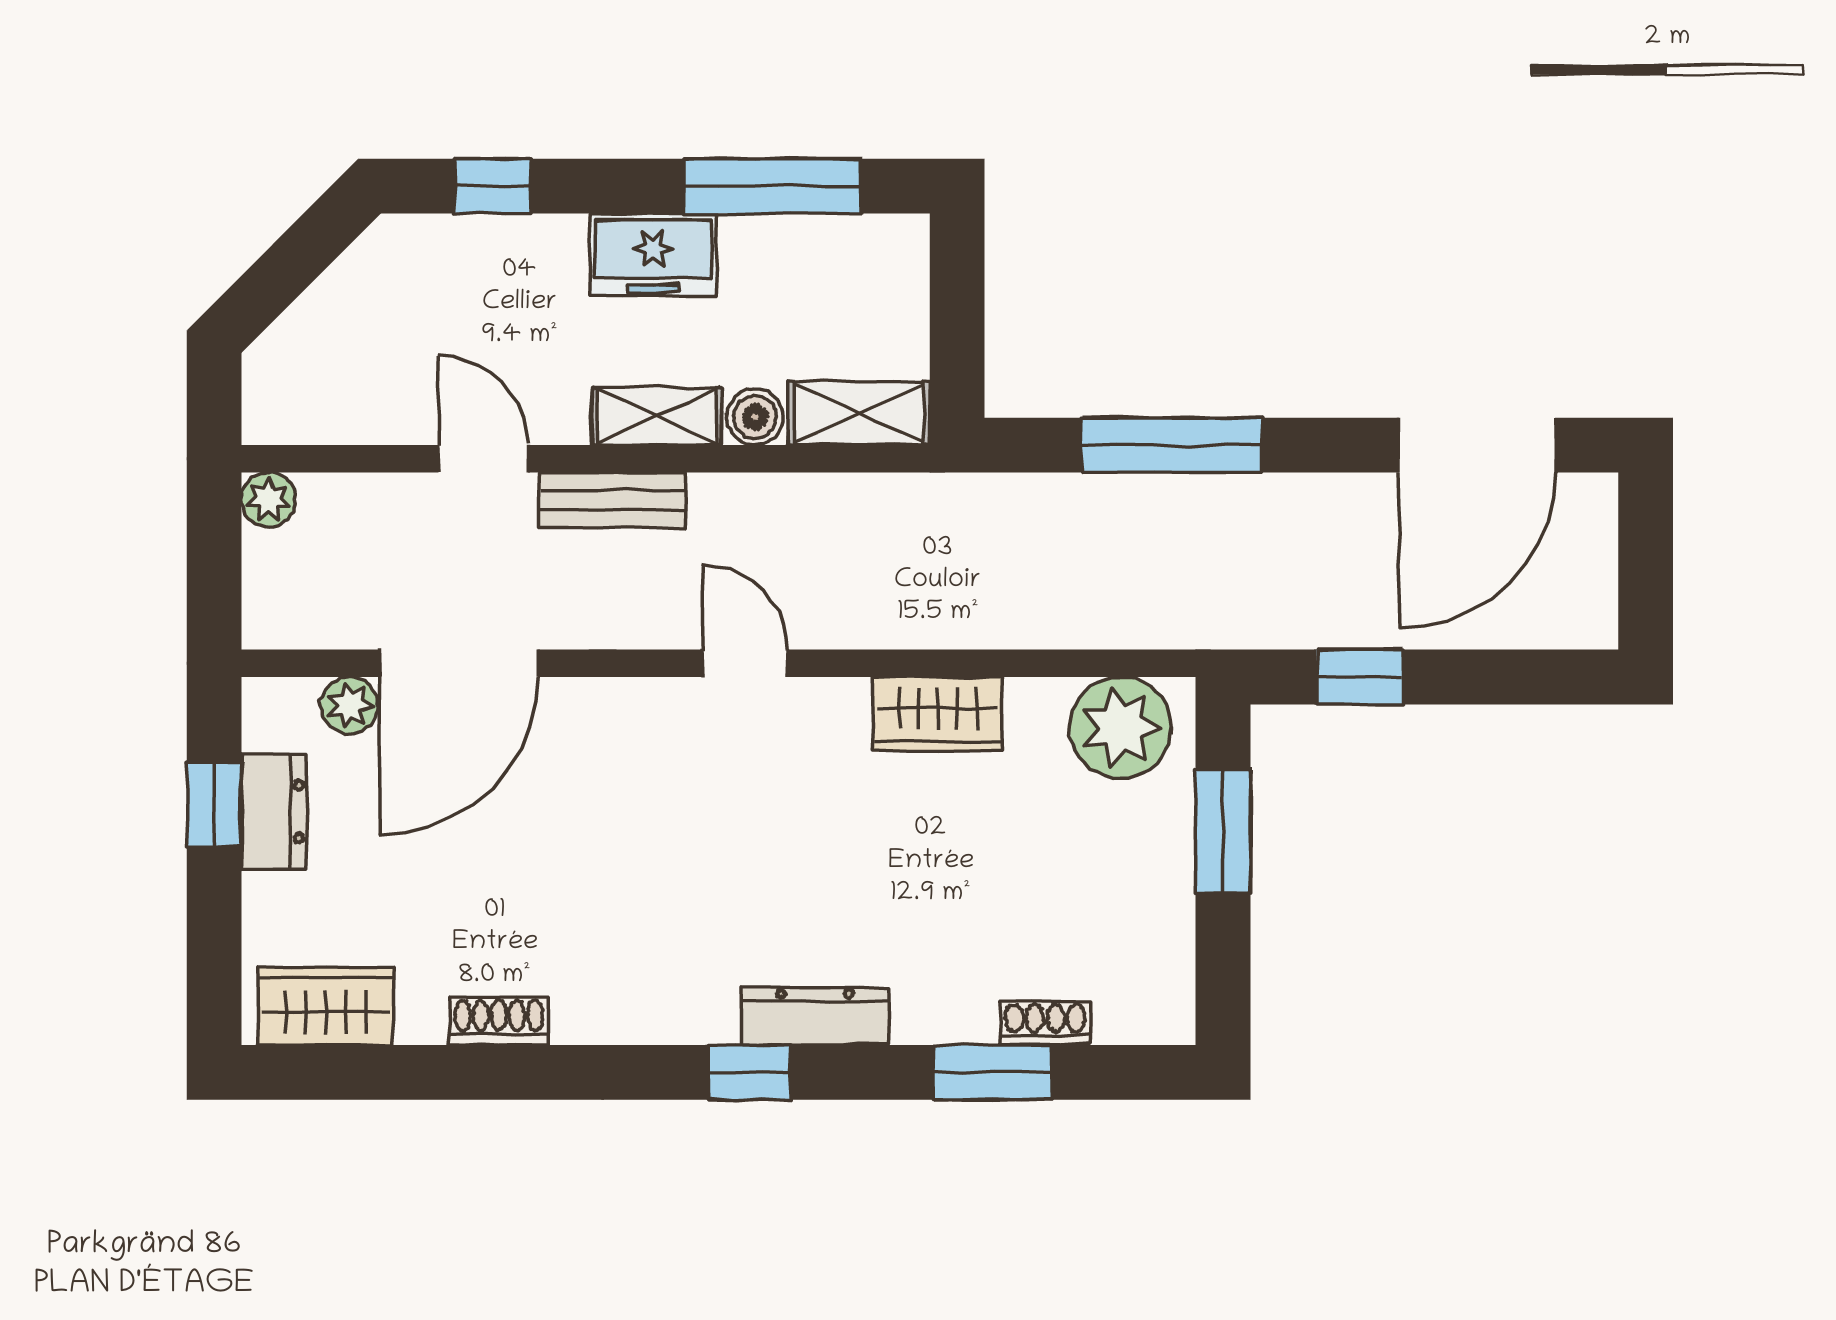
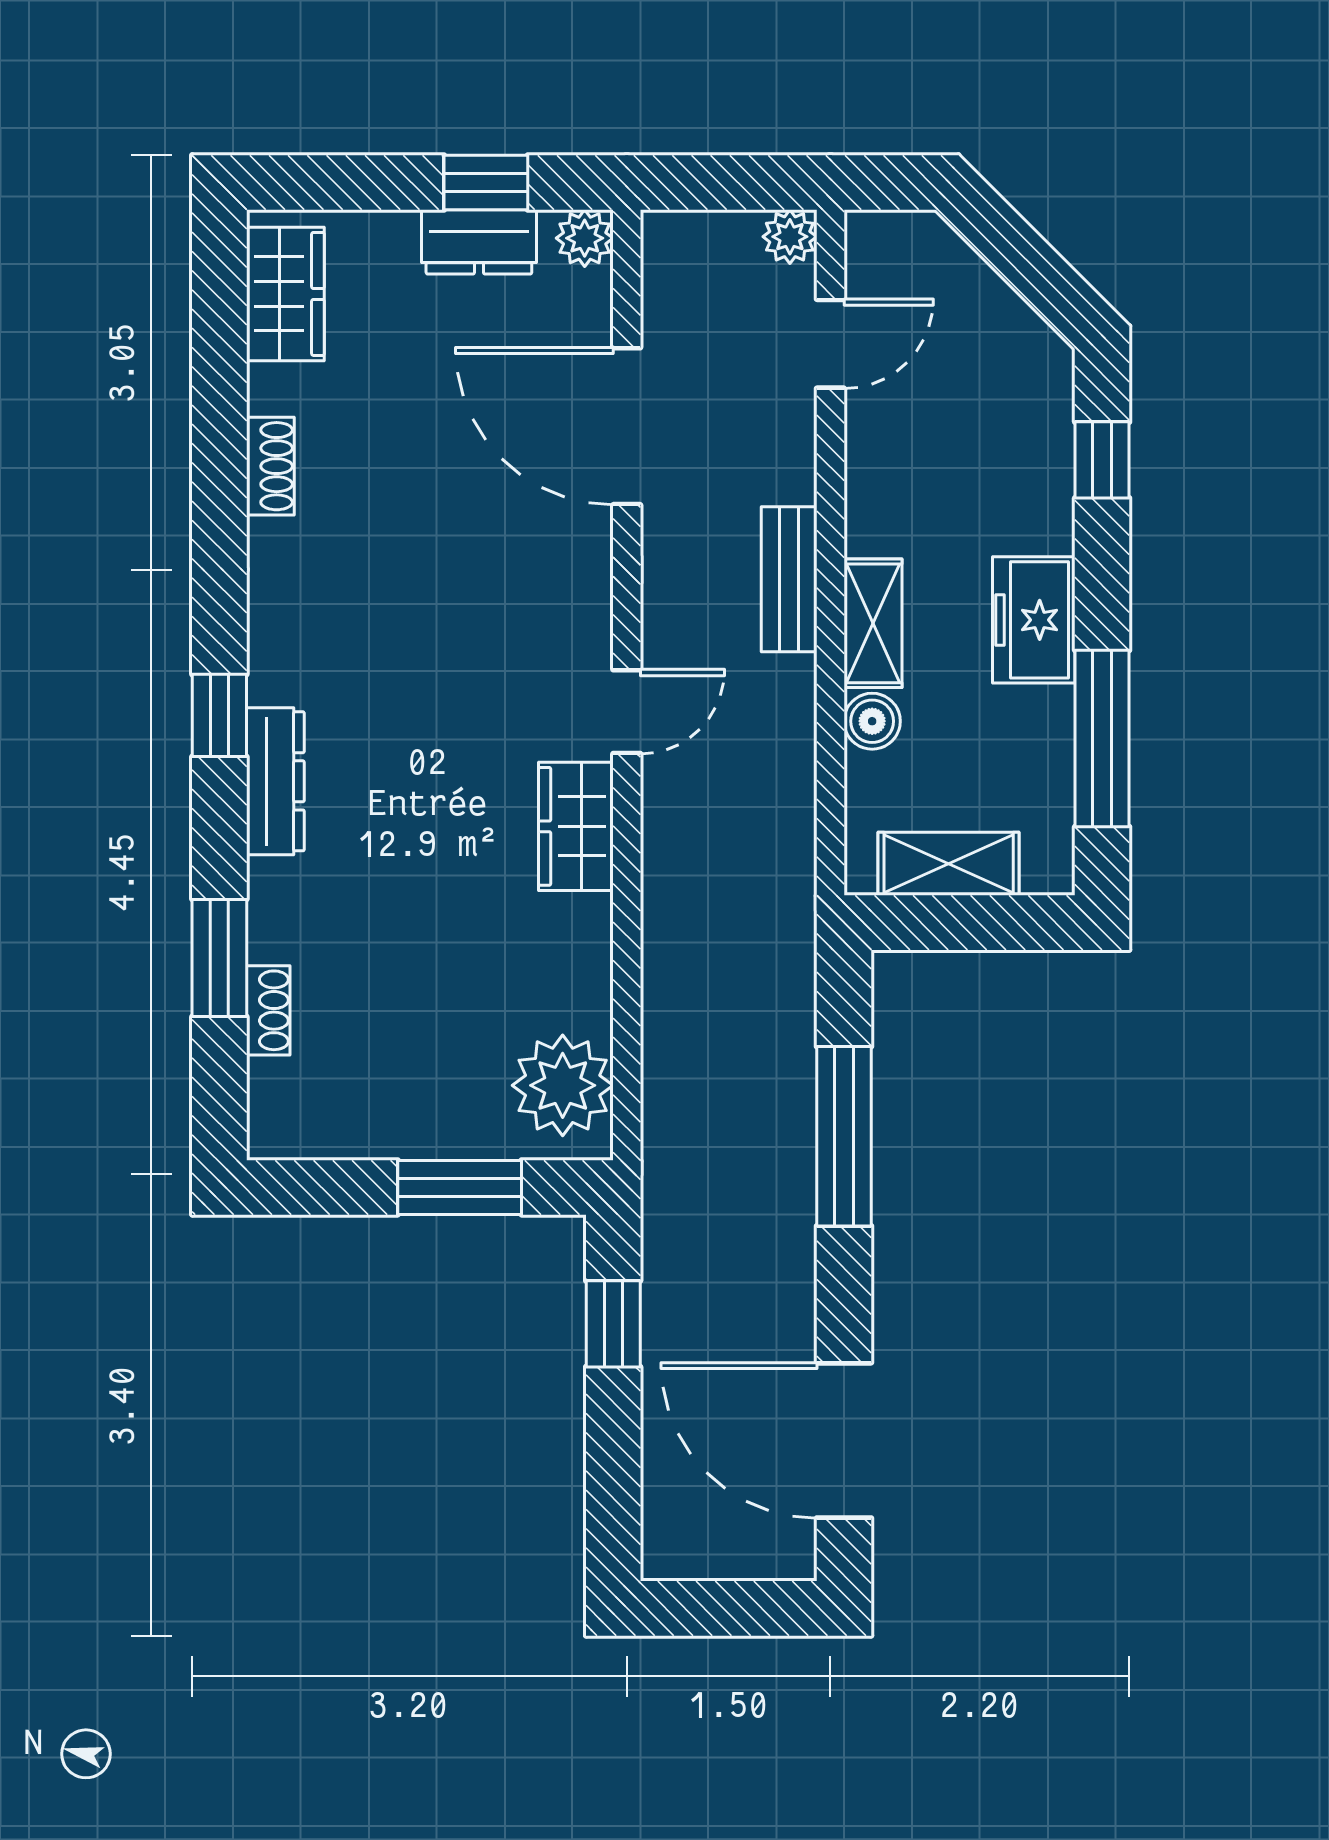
shelving: (859, 413) -> (949, 864), moved, turned 90
door: (483, 459) -> (830, 344), moved
plant: (349, 706) -> (585, 238), moved
wardrobe: (938, 714) -> (576, 826), moved

